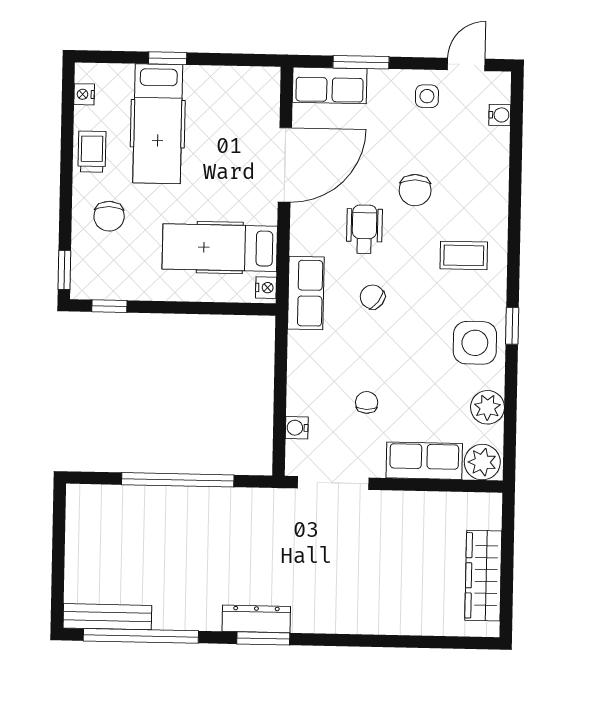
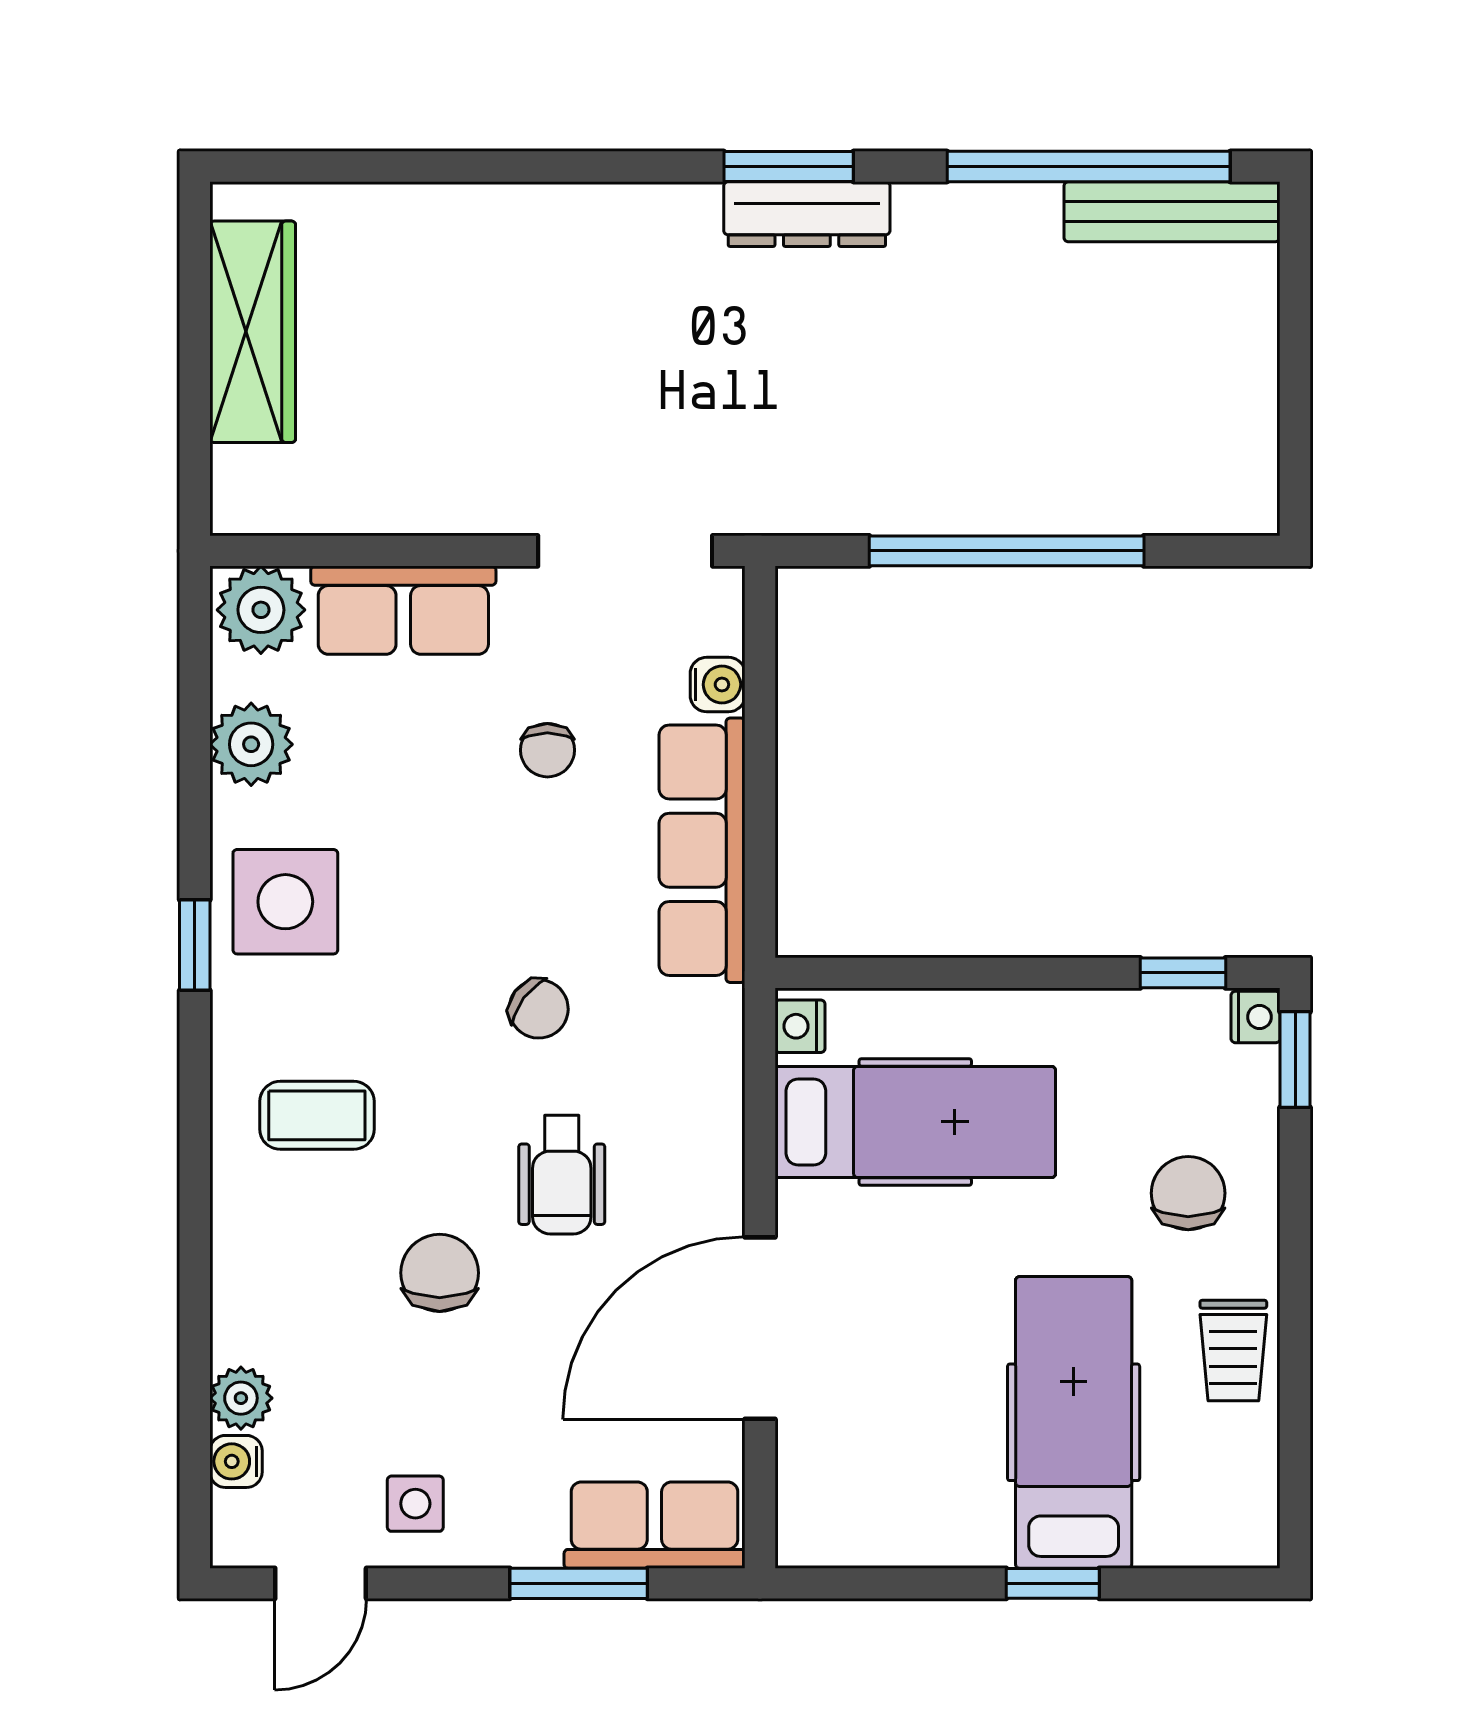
nightstand: (84, 94) -> (1256, 1017), moved
plant: (497, 141) -> (241, 1398), added
row of seats: (306, 293) -> (702, 850), moved, width x1.48

